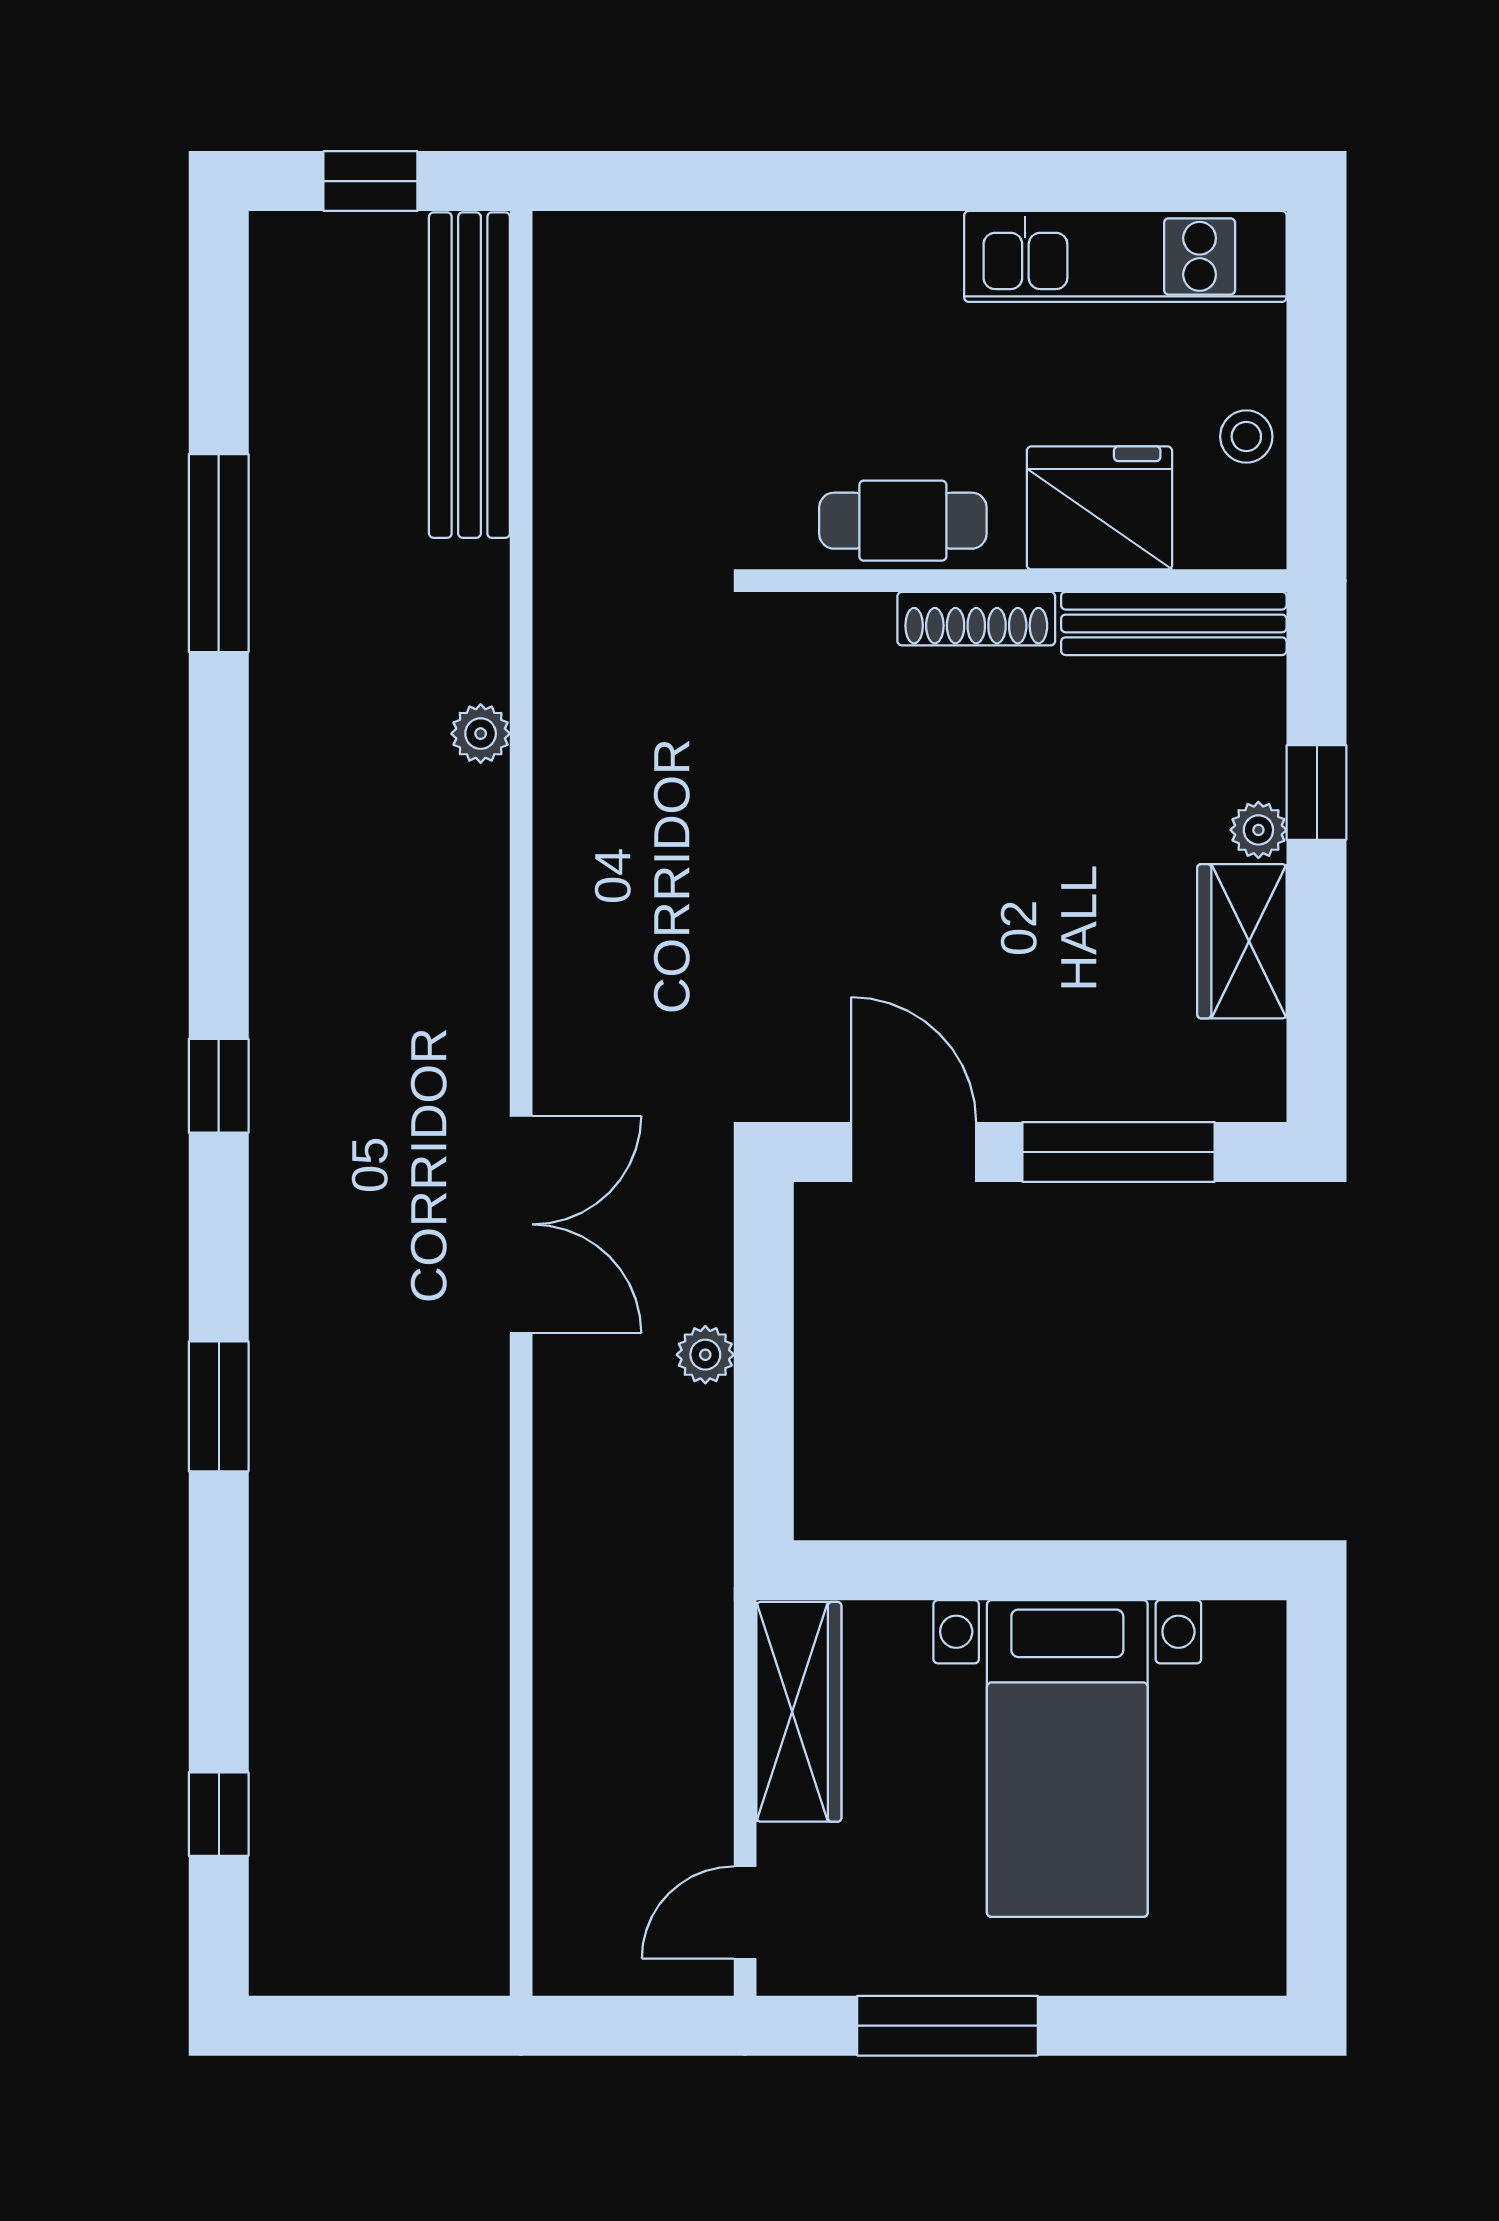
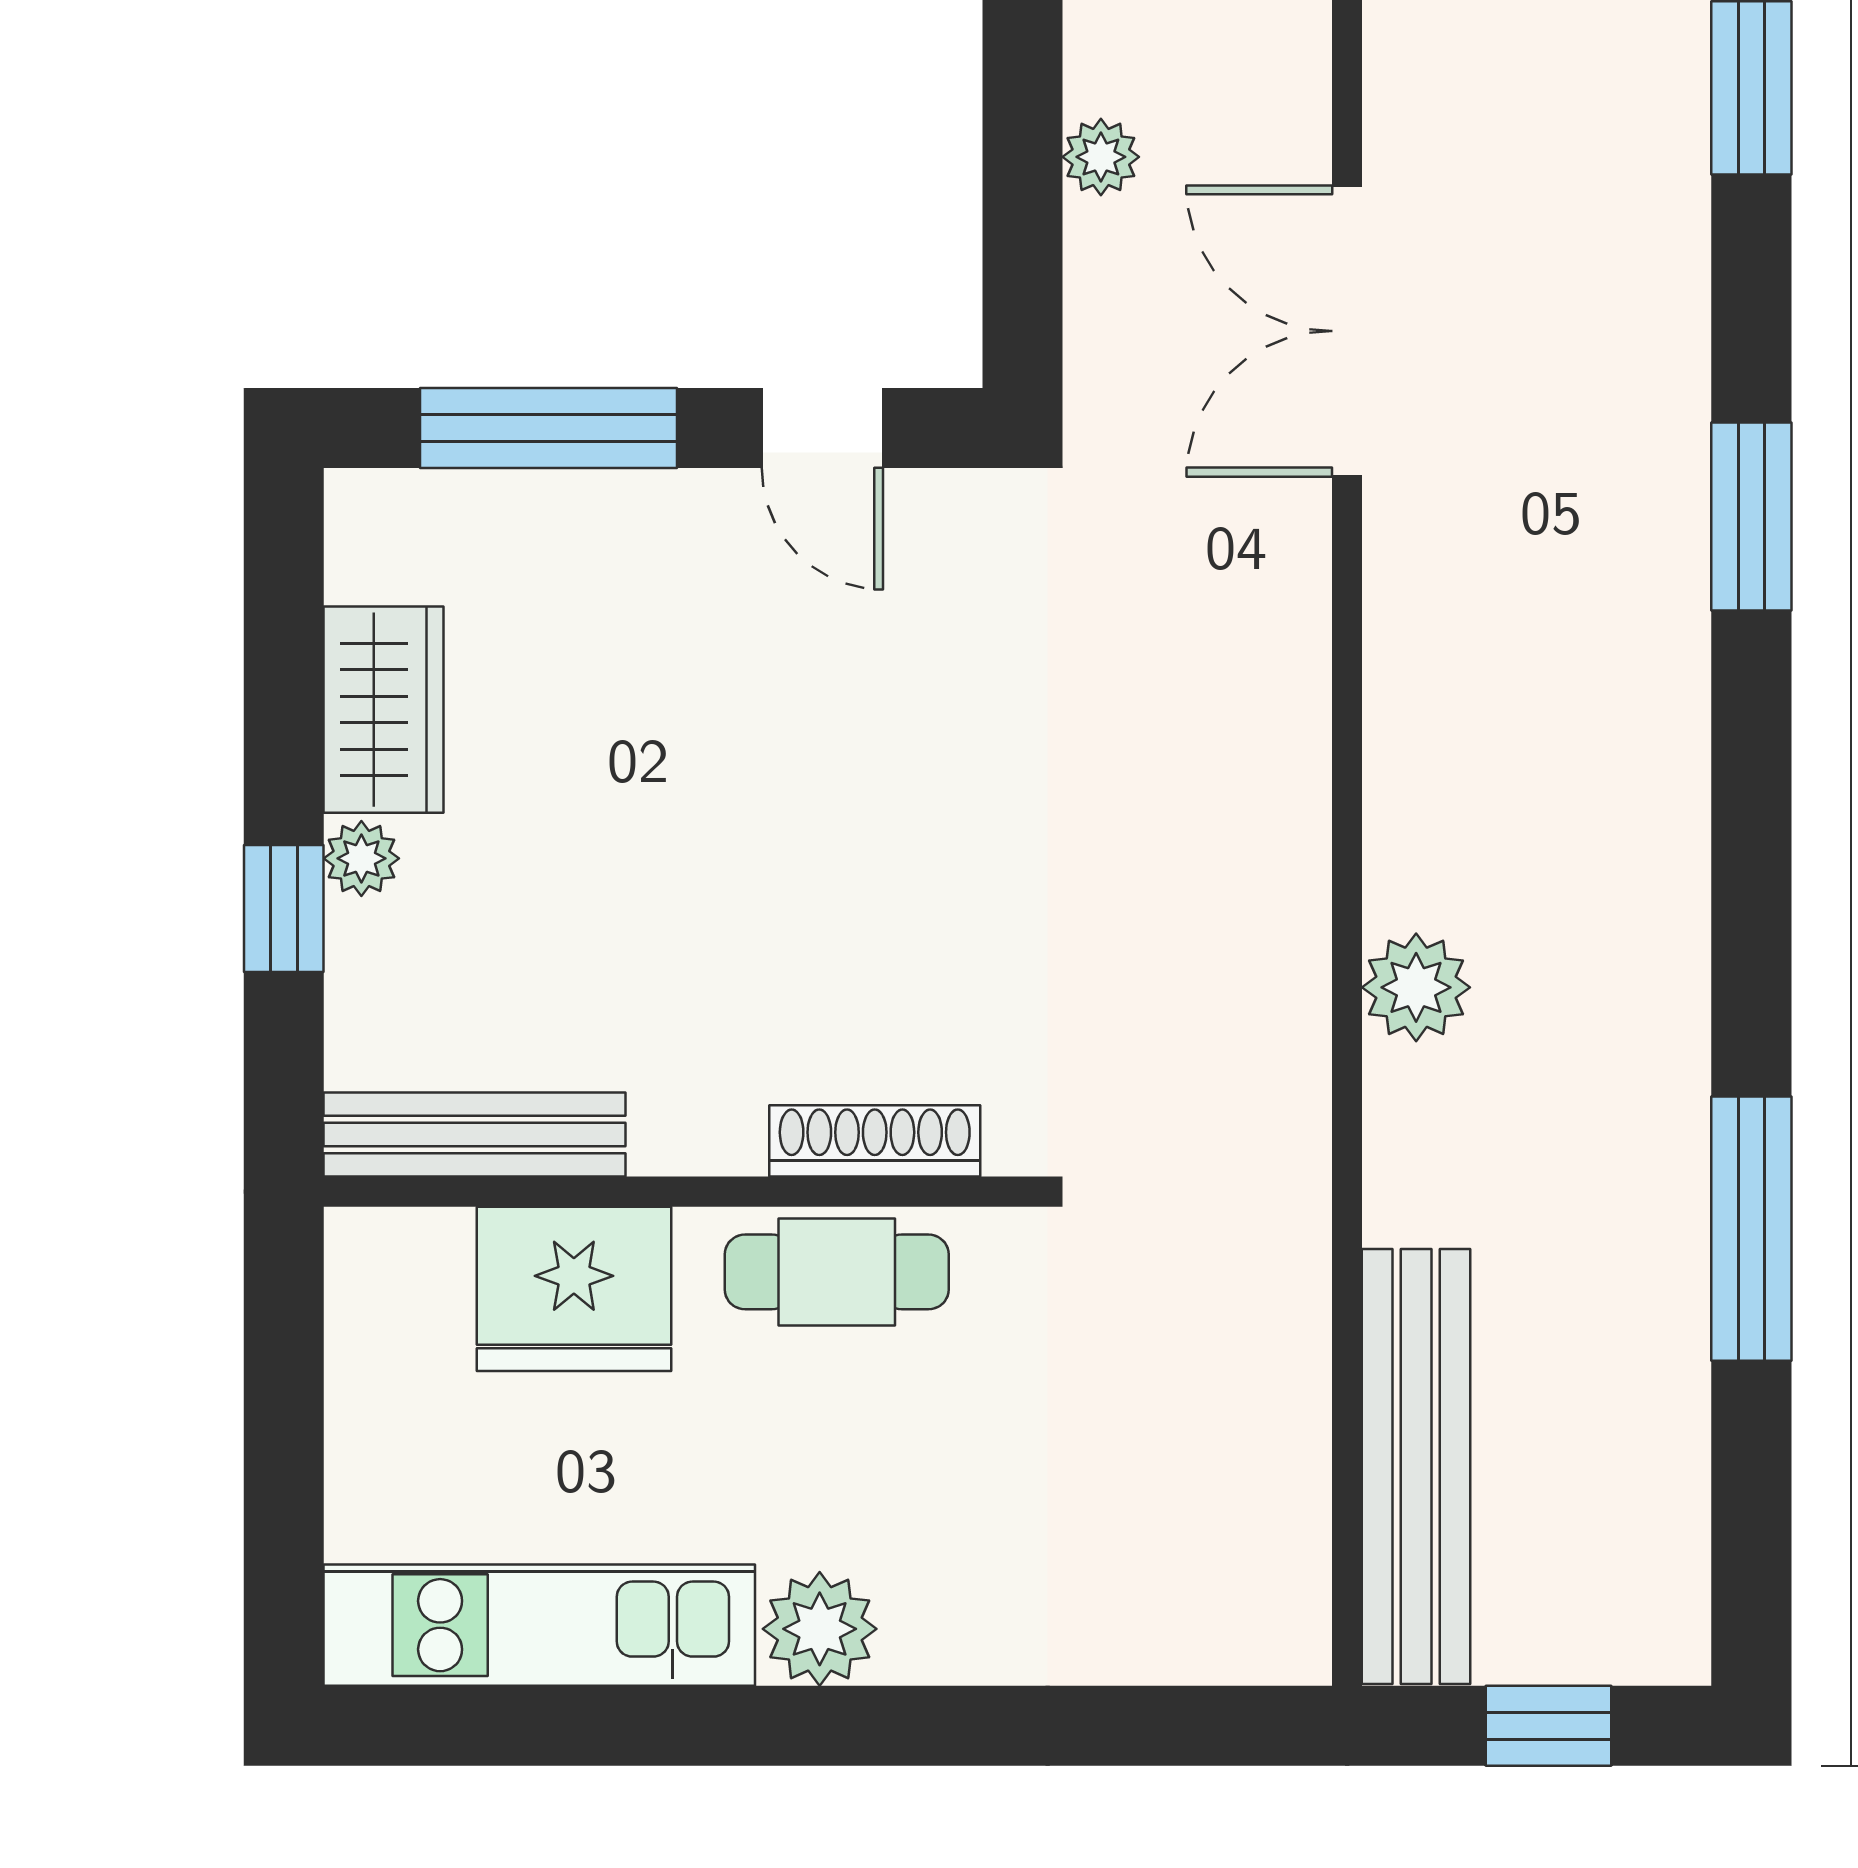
plant: (916, 254) -> (820, 1629), added
stool: (1246, 436) -> (378, 1384), removed
shoe rack: (976, 619) -> (875, 1141), moved
plant: (481, 734) -> (1416, 987), width x1.38, depth x1.38
window: (219, 1086) -> (1751, 516), width x1.50
door: (914, 1152) -> (822, 428), width x0.73

